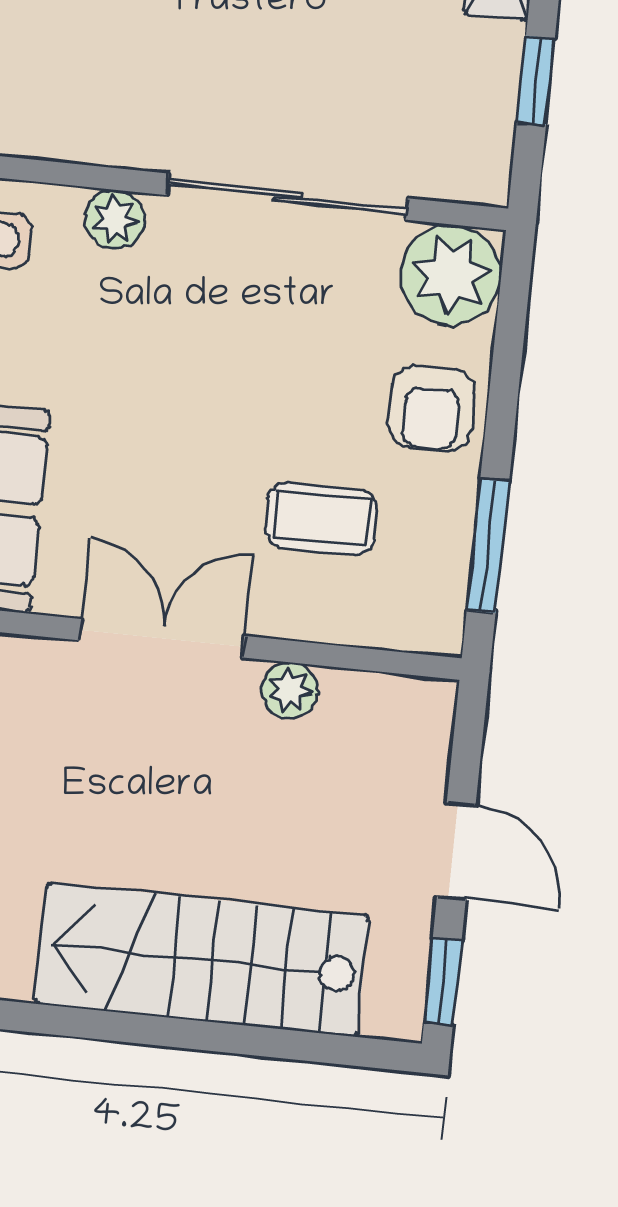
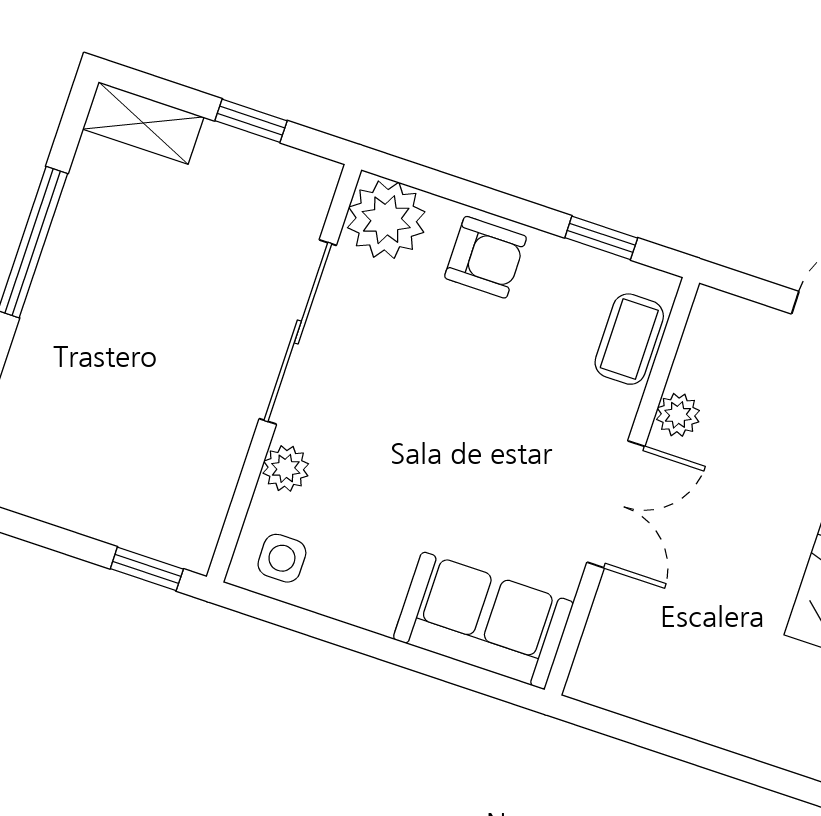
coffee table: (321, 519) -> (629, 339), moved
window: (488, 546) -> (601, 238), width x0.67
double door: (162, 638) -> (616, 504), swing flipped

